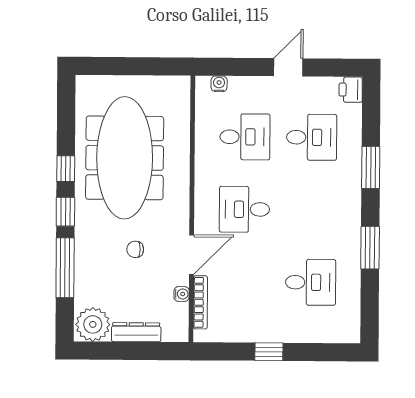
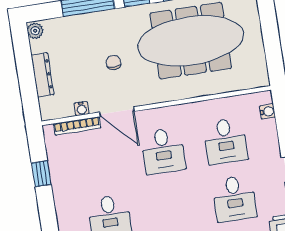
desk: (244, 209) -> (163, 151), turned 180
plant: (93, 324) -> (35, 31), width x0.53, depth x0.53
window: (269, 352) -> (41, 174), moved

